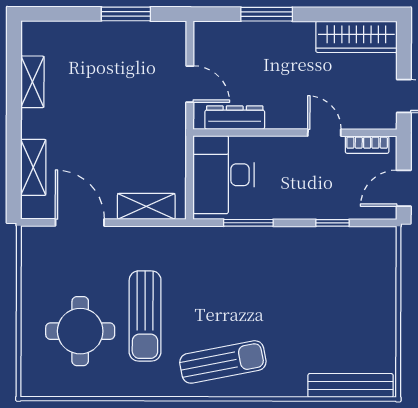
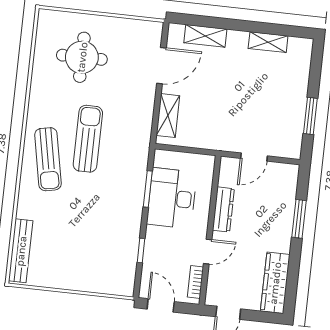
dresser: (235, 118) -> (223, 209), moved
desk: (223, 175) -> (172, 198), moved, turned -90
sun lounger: (145, 316) -> (88, 139), moved, turned 90

